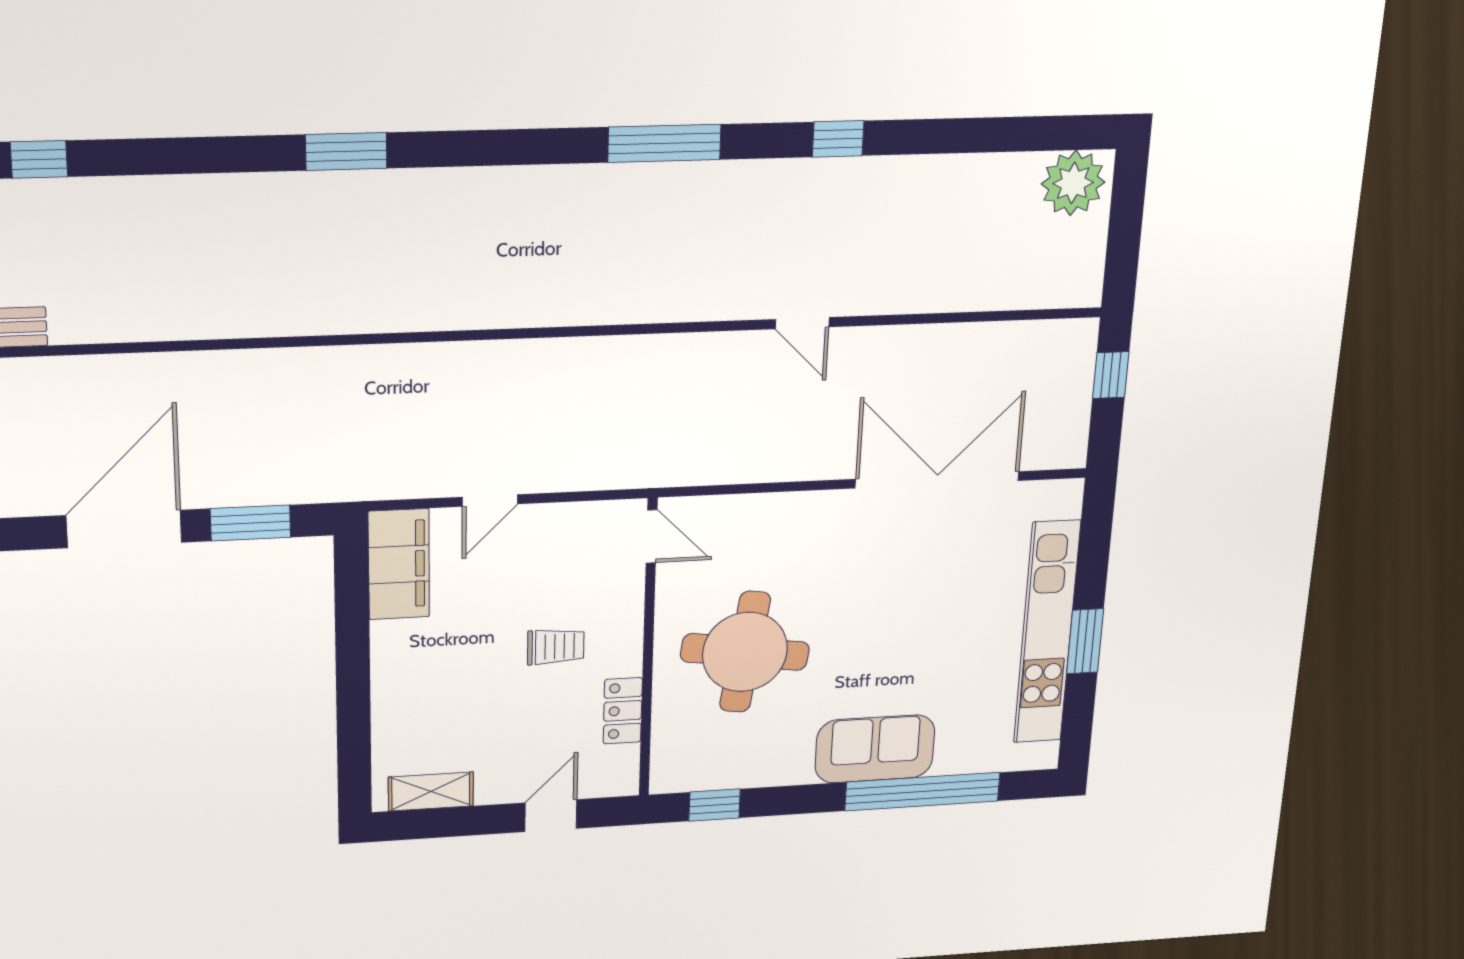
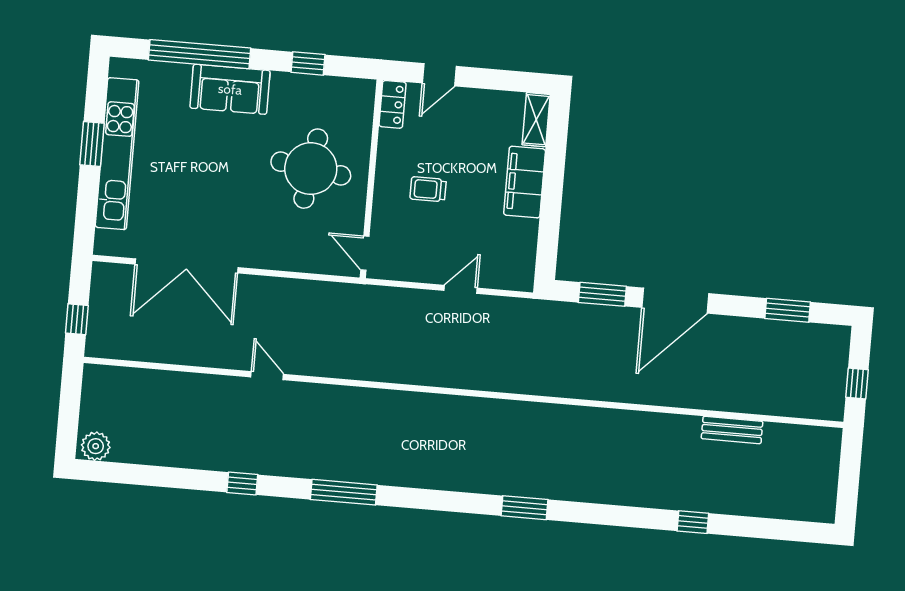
plant: (1073, 183) -> (96, 446), width x0.73, depth x0.73
filing cabinet: (399, 564) -> (525, 182), moved
locker: (623, 711) -> (393, 104), moved
shelving: (431, 792) -> (536, 120), moved, turned 90
window: (715, 805) -> (308, 63), moved

